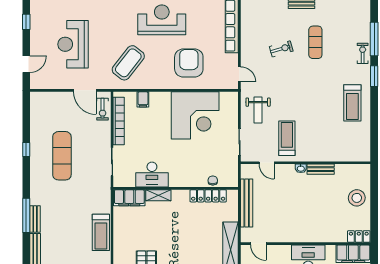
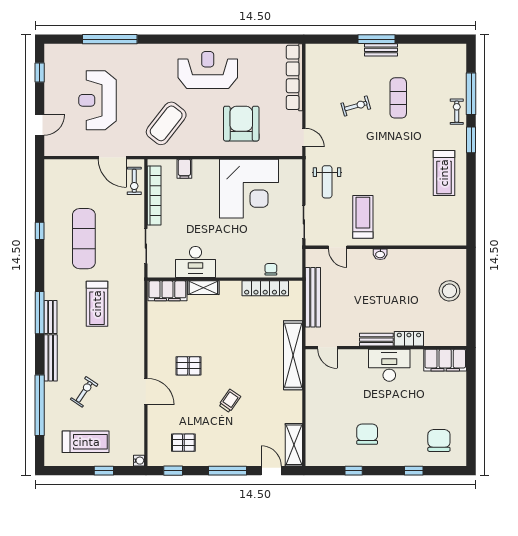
bench: (321, 169) -> (376, 340), moved
treadmill: (101, 232) -> (97, 304), moved
locker: (359, 236) -> (409, 339), moved

